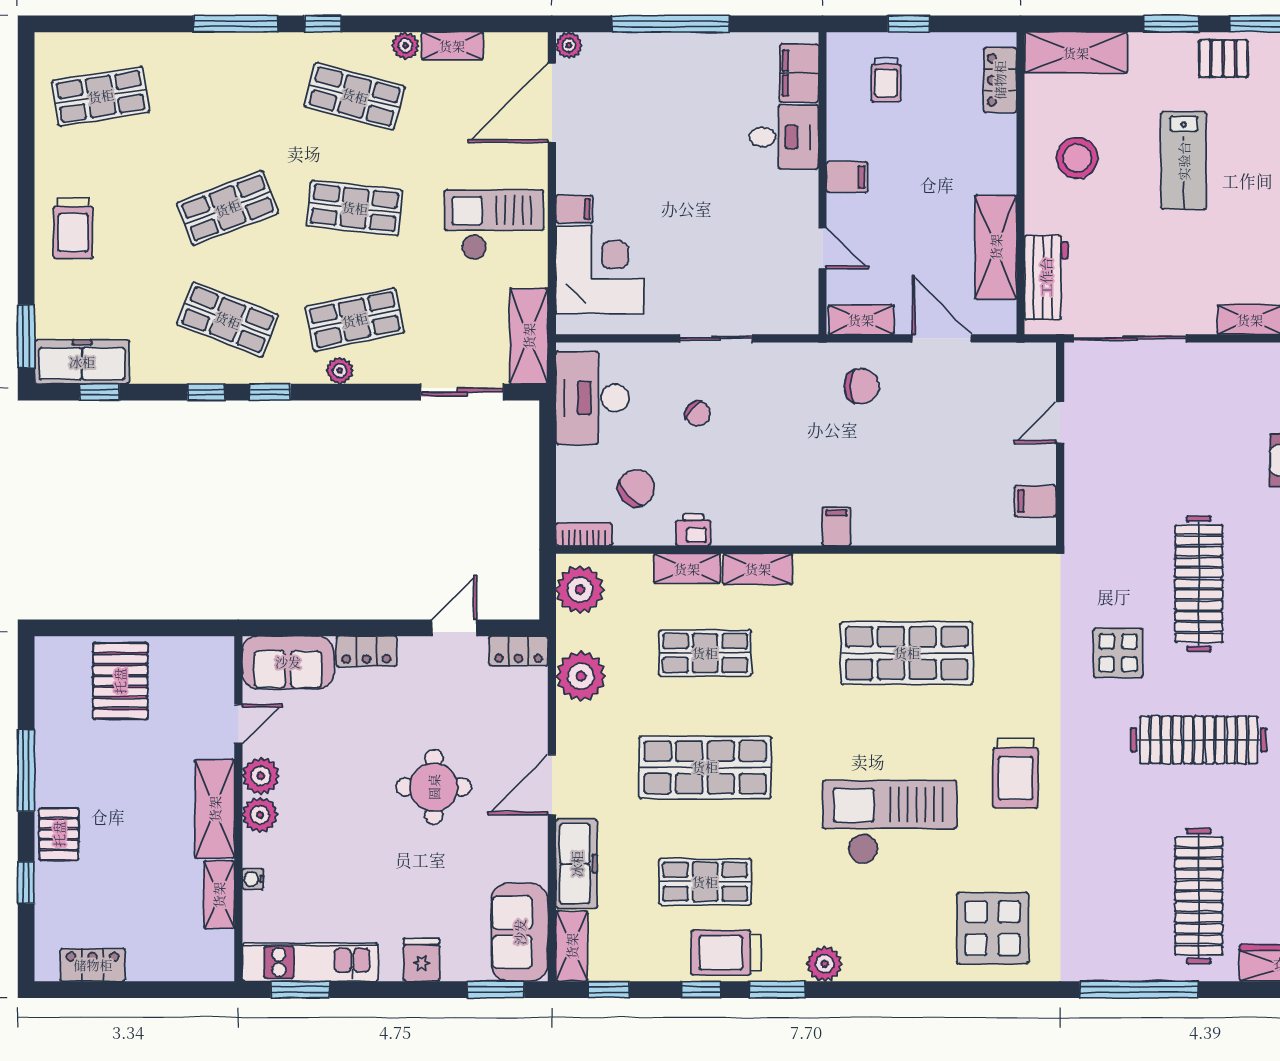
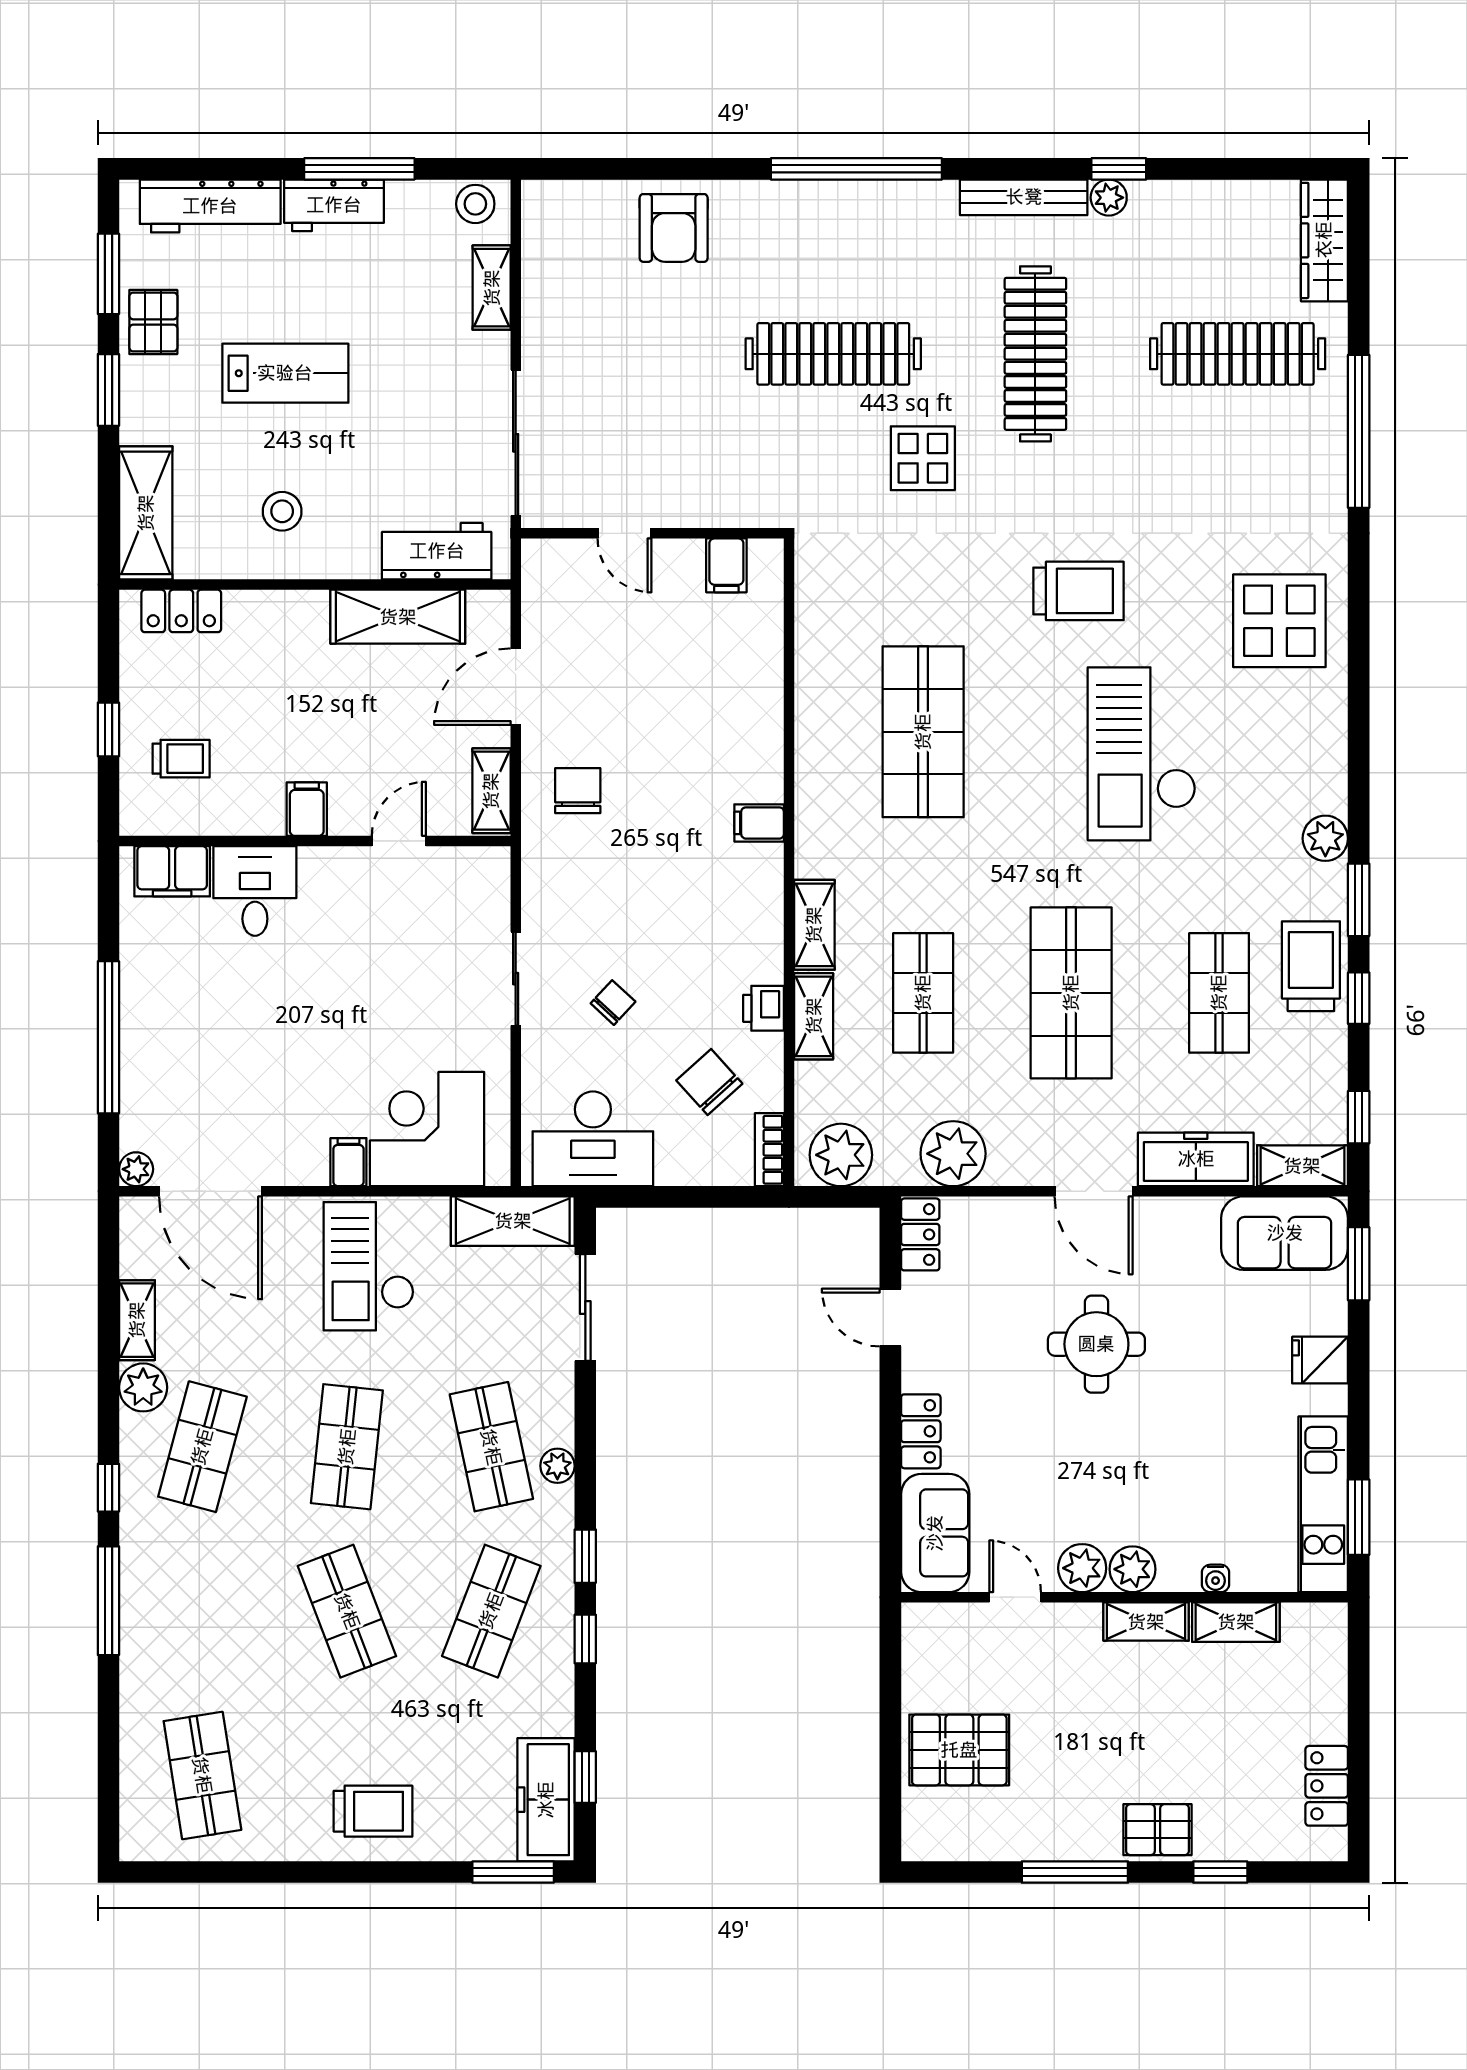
plant: (405, 46) -> (143, 1387), width x1.38, depth x1.38
stool: (1077, 158) -> (282, 511), width x0.73, depth x0.73
shelving: (215, 809) -> (1146, 1622), width x0.67, depth x0.75
trolley: (726, 953) -> (1311, 966), turned 180

